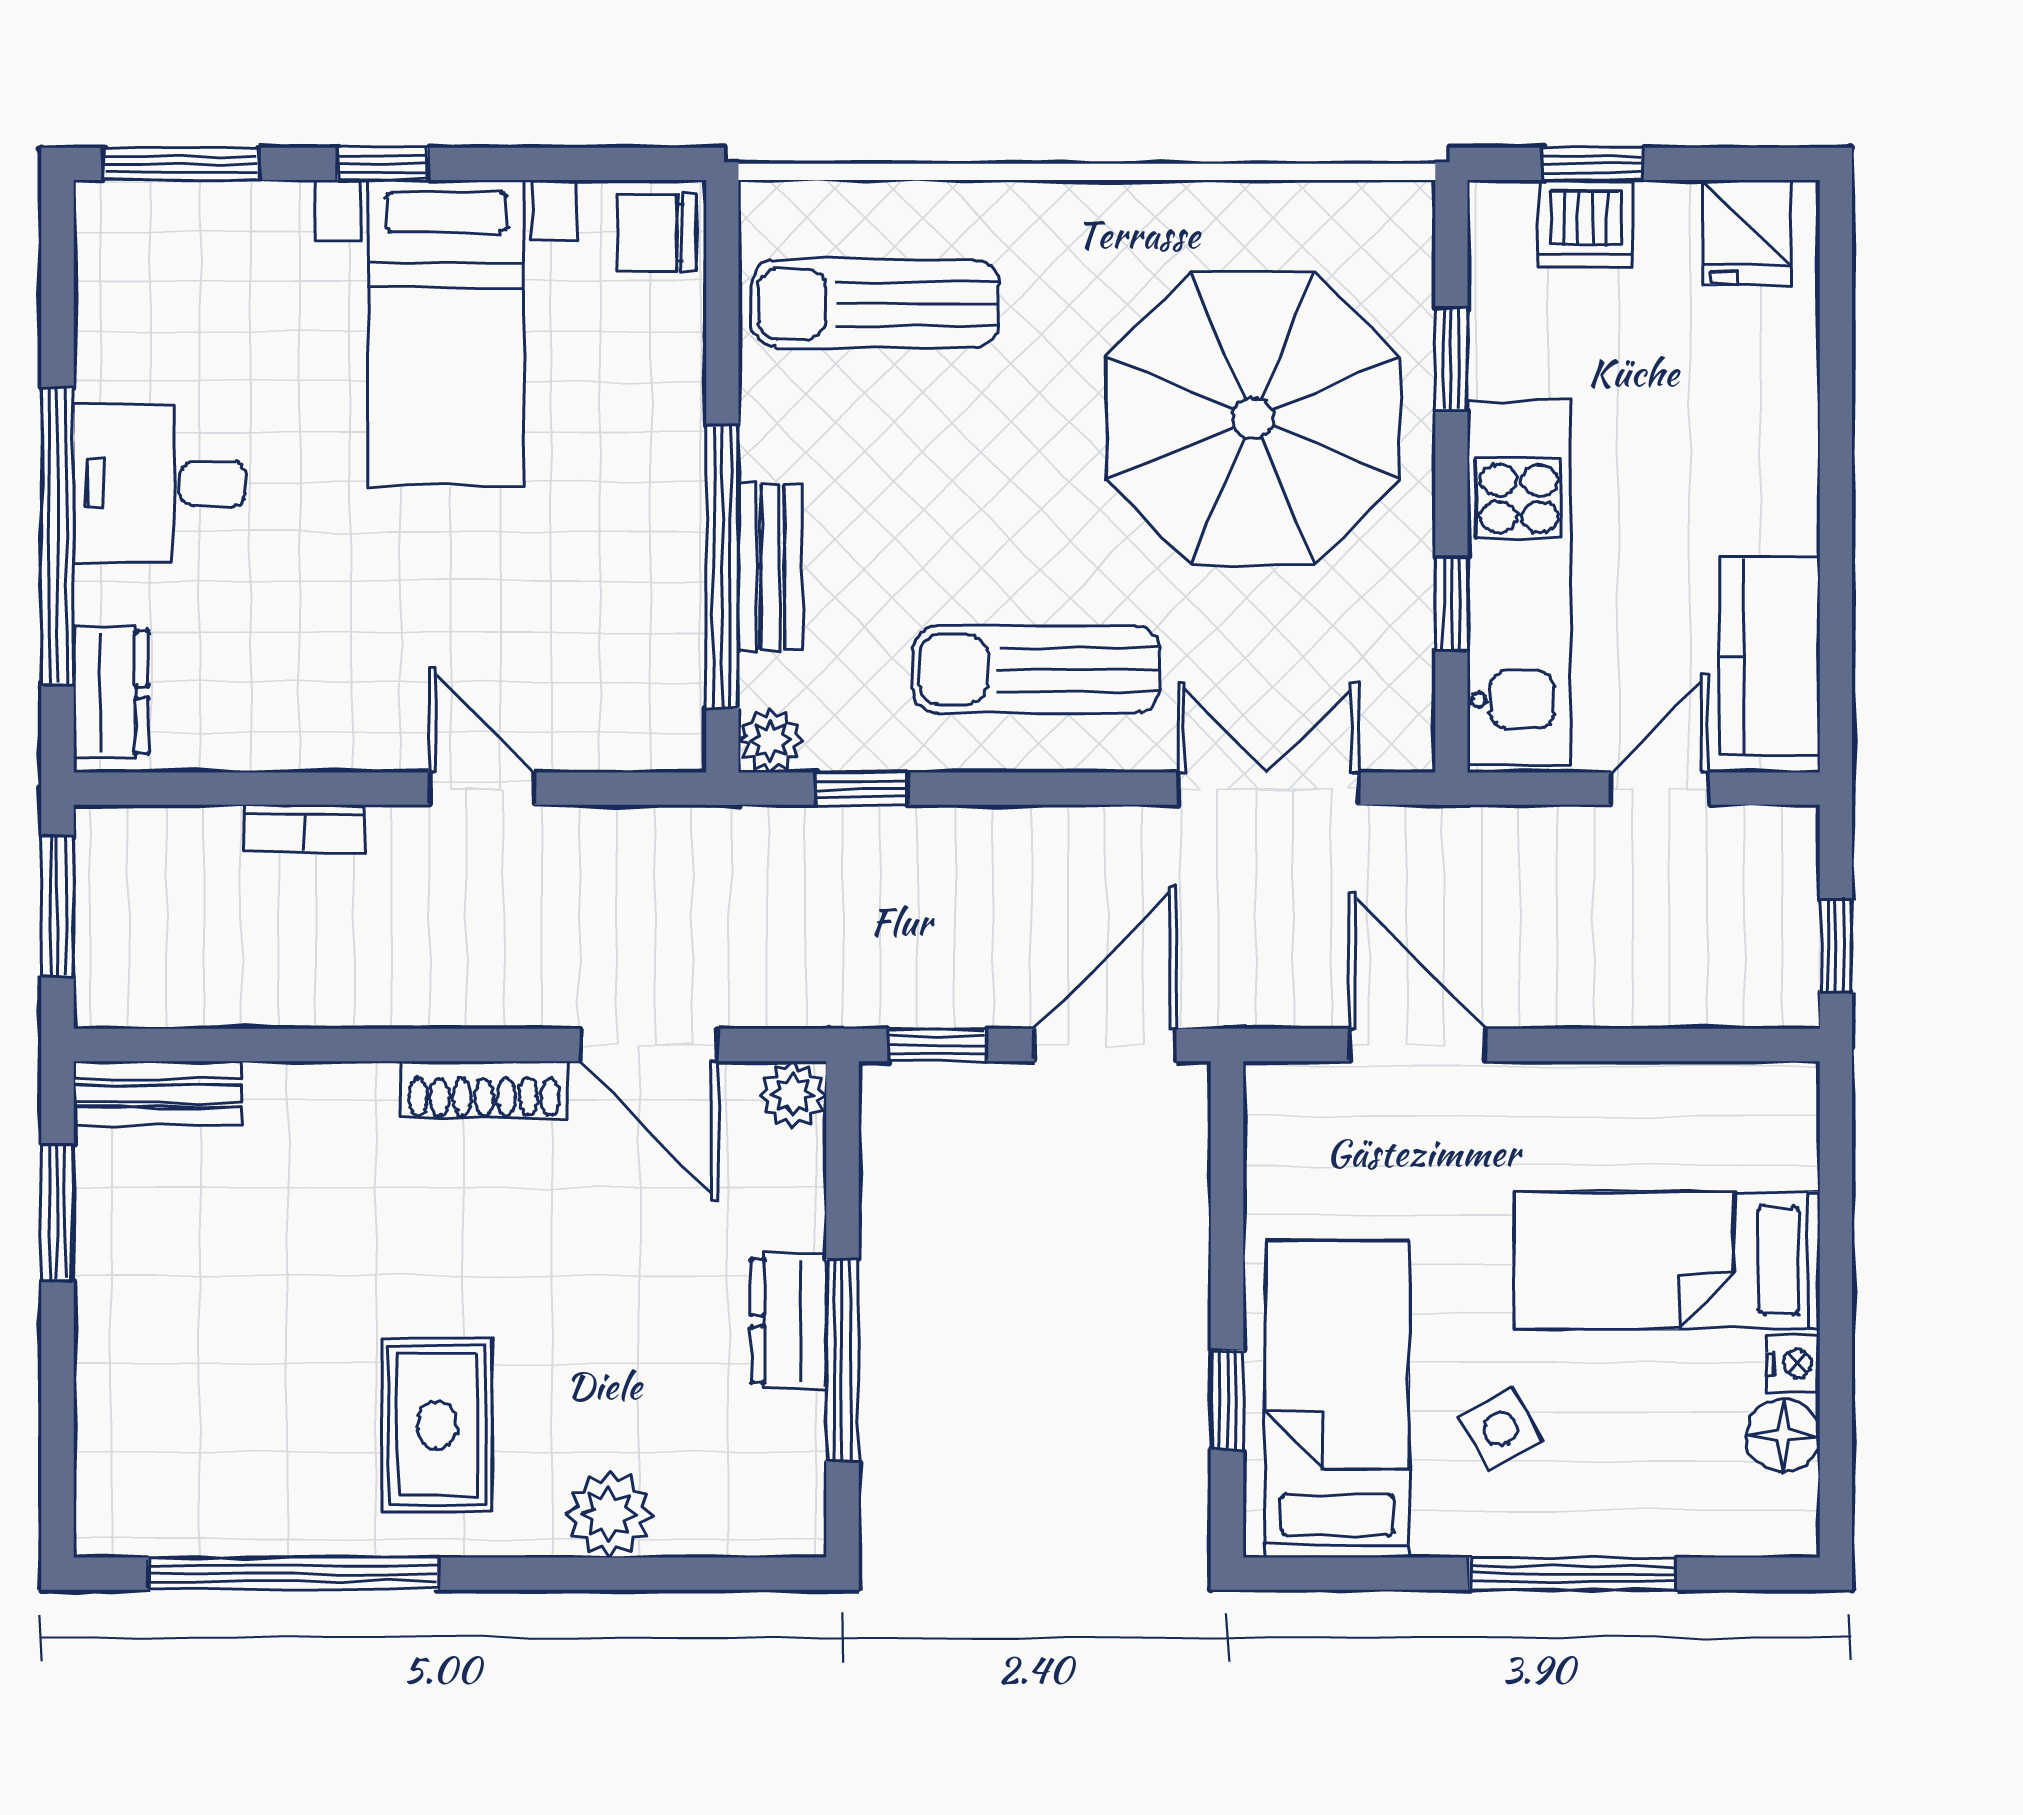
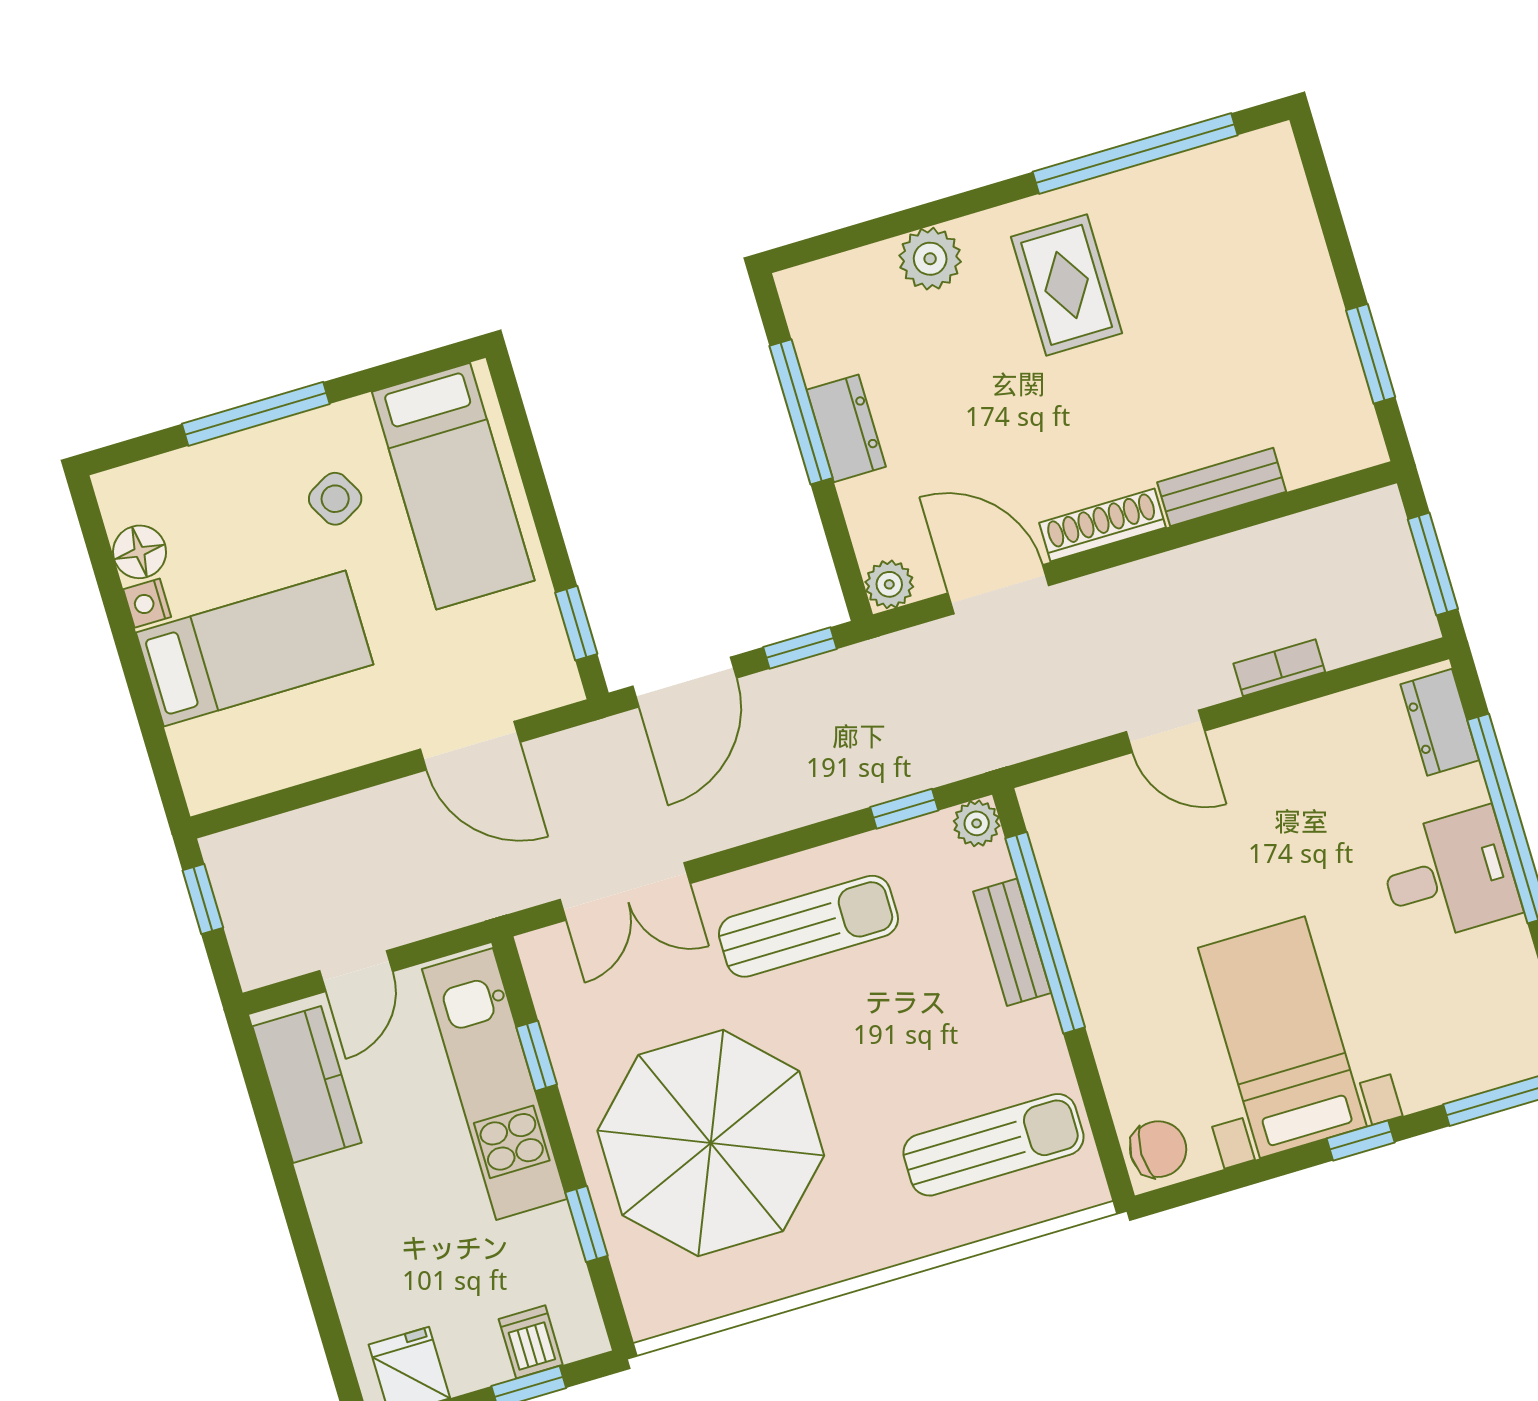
dishwasher: (1585, 223) -> (531, 1342), width x0.73
bench: (158, 1093) -> (1222, 487), moved
window: (1227, 1400) -> (576, 623), moved

